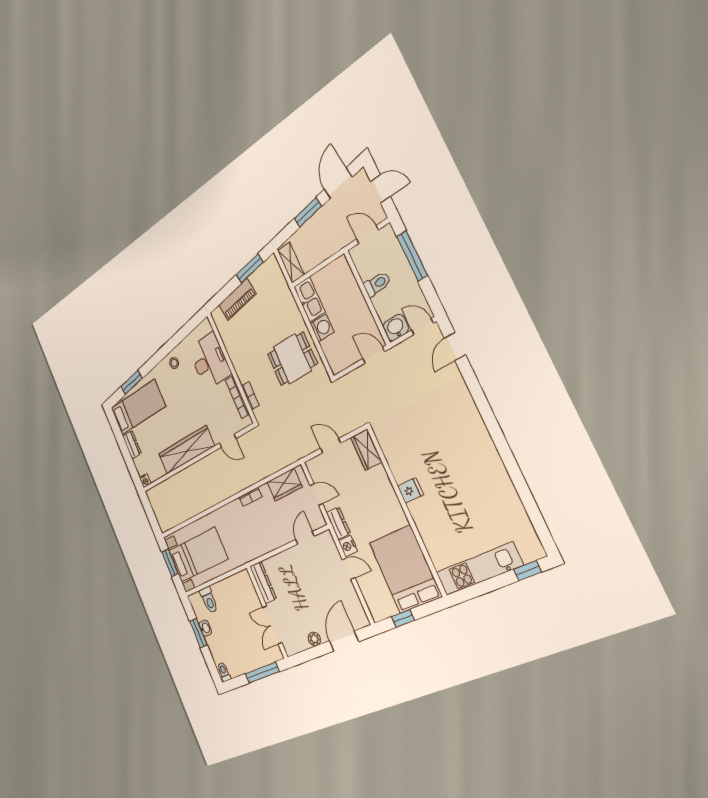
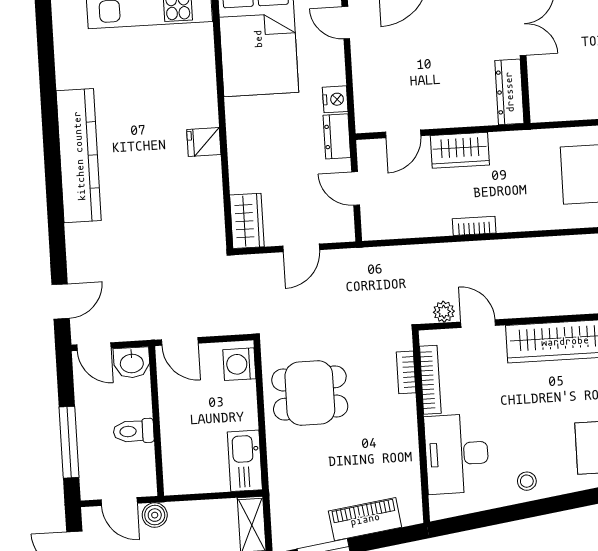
boiler: (344, 238) -> (155, 515), added
washing machine: (322, 328) -> (239, 364), moved
plant: (246, 440) -> (444, 312), added
door: (331, 446) -> (301, 248), hinge flipped
kitchen counter: (484, 451) -> (79, 156), added
wardrobe: (284, 485) -> (460, 150), moved, turned 180
door: (349, 569) -> (346, 23), moved

